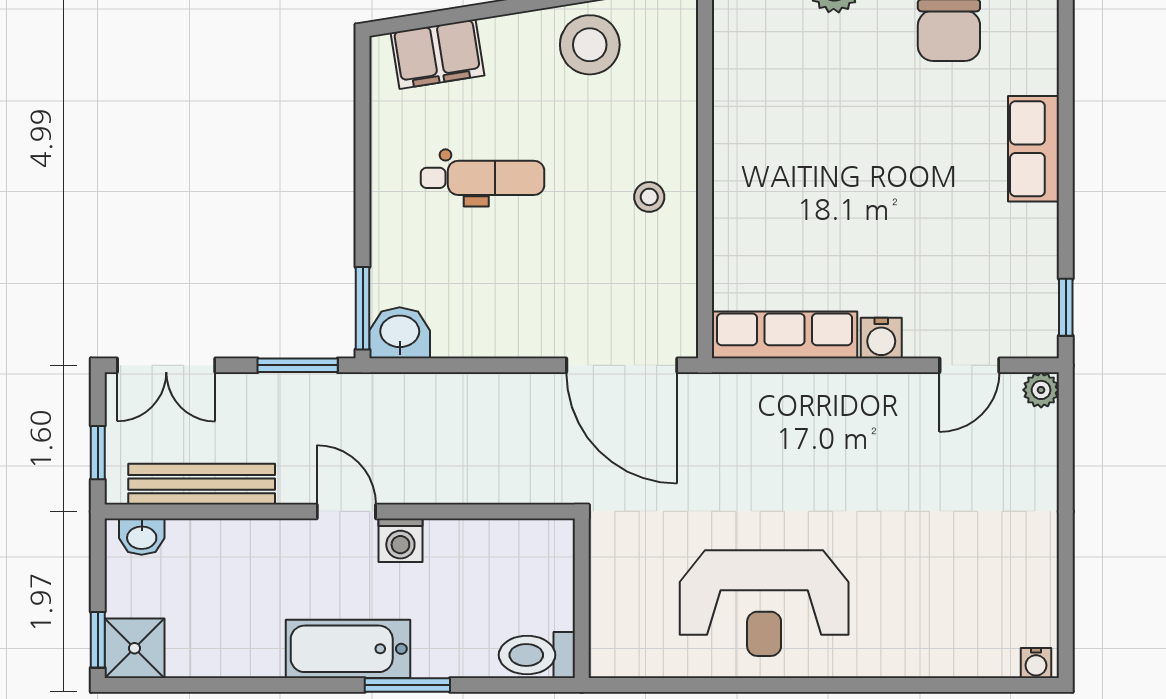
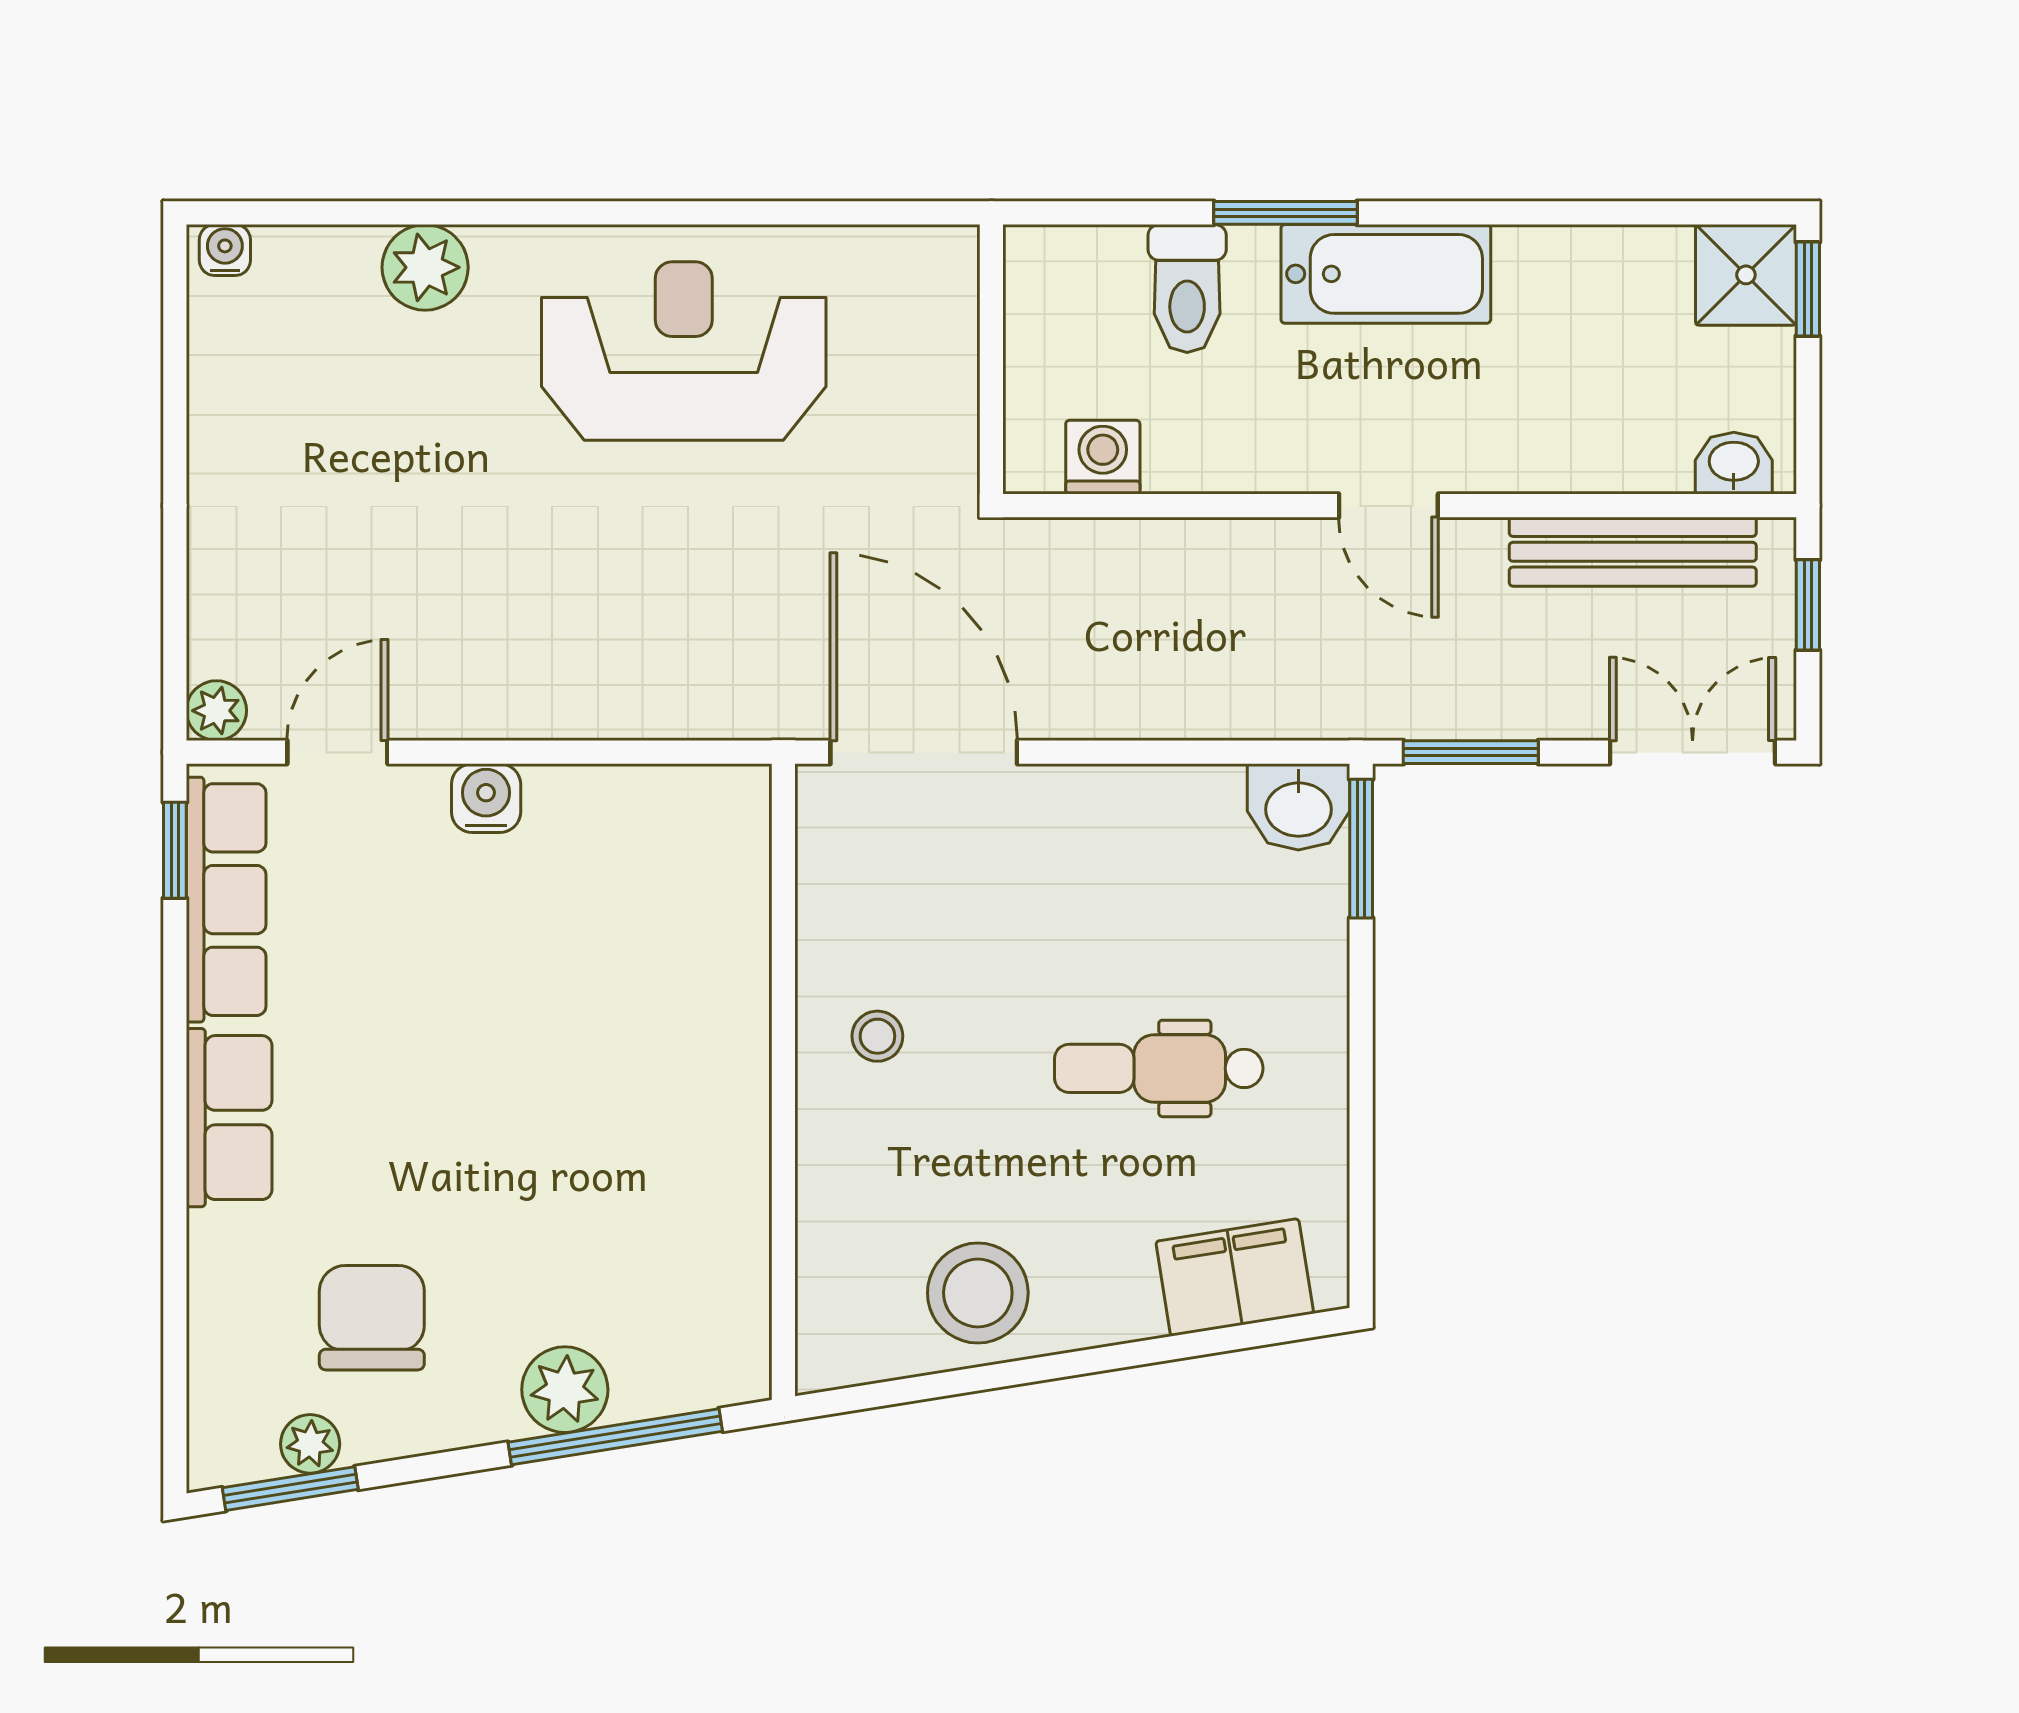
row of seats: (784, 335) -> (226, 900), moved, turned -90
washing machine: (400, 540) -> (1103, 457), moved
plant: (917, 653) -> (425, 267), added
toilet: (537, 655) -> (1187, 289), moved, turned 90

